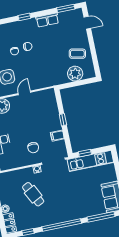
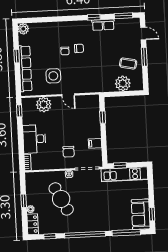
window: (24, 17) -> (94, 17), moved
window: (92, 45) -> (144, 57), added
door: (24, 93) -> (68, 95), swing flipped
window: (63, 120) -> (103, 117), moved
cafe table: (33, 194) -> (61, 199), width x1.37, depth x1.35

